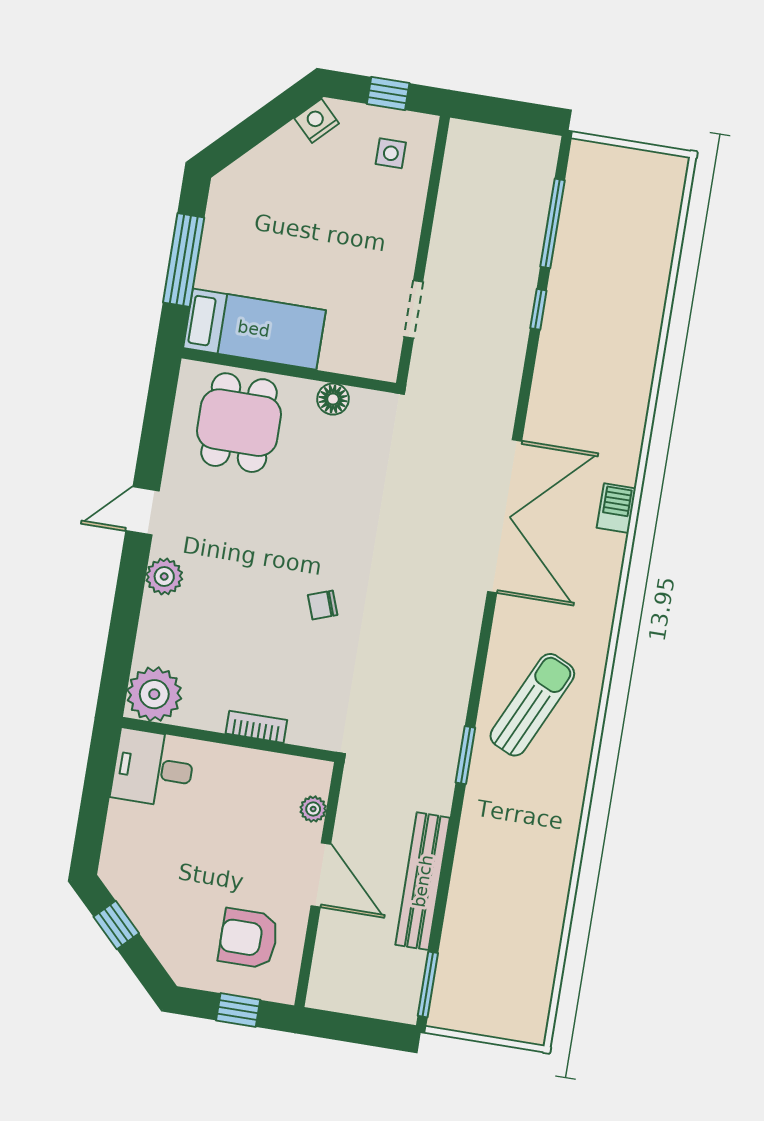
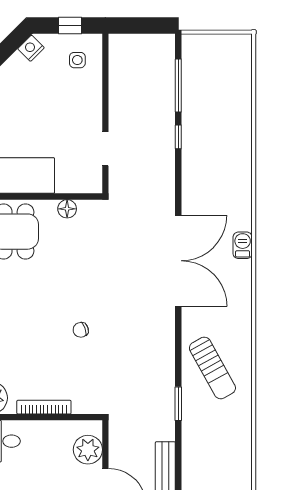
sun lounger: (532, 705) -> (212, 368), turned 126
bookcase: (256, 727) -> (44, 407), width x1.56
plant: (313, 809) -> (88, 450), width x1.88, depth x1.88

